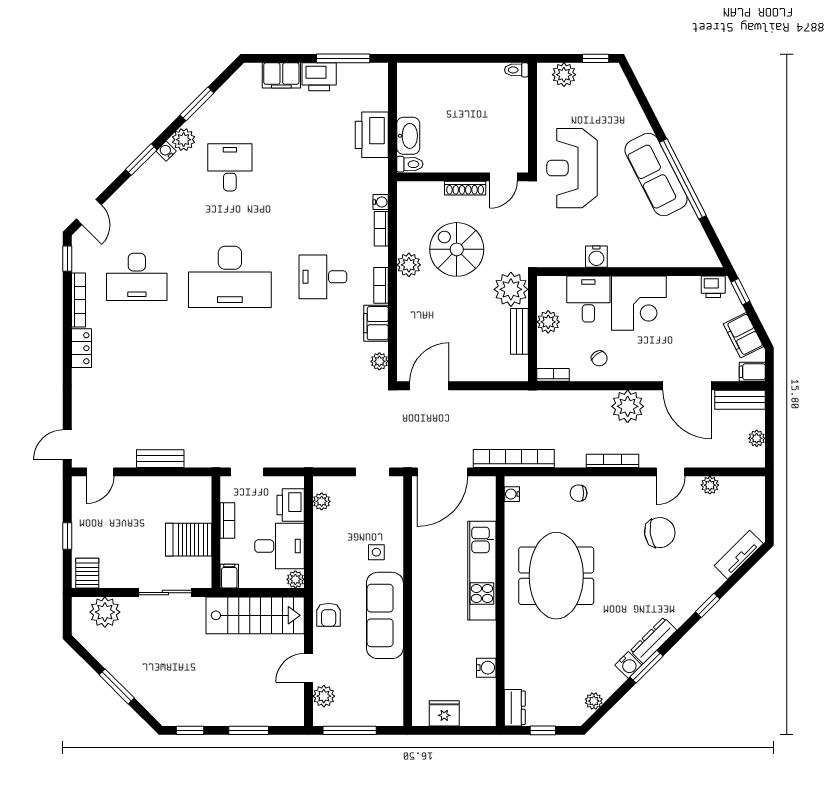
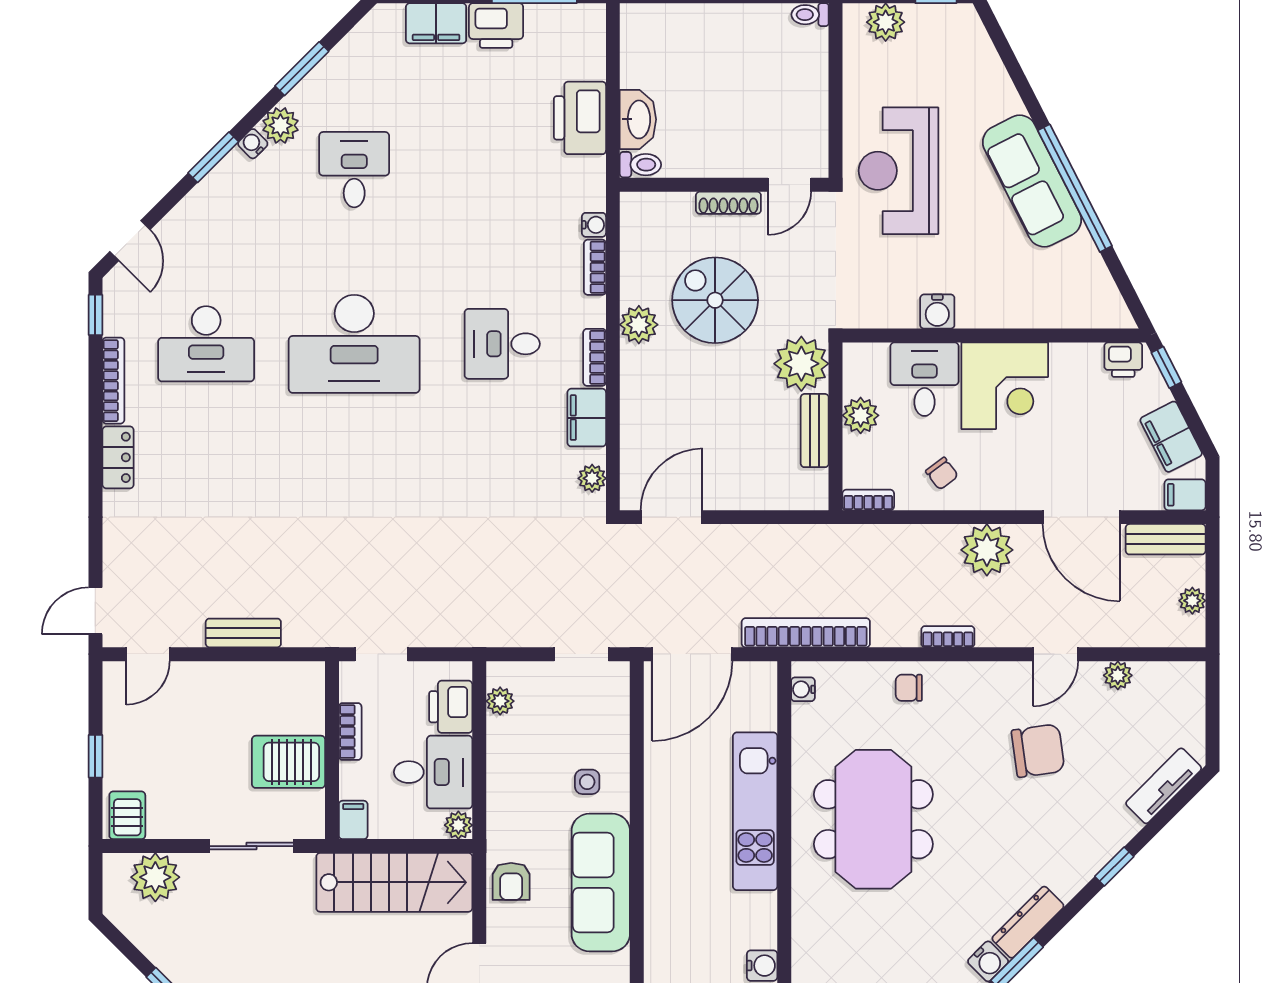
bookcase: (612, 461) -> (948, 637), width x0.64

